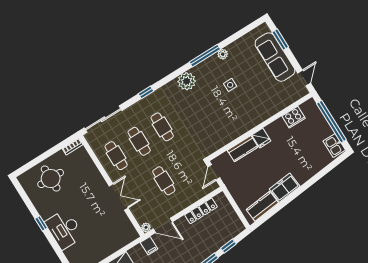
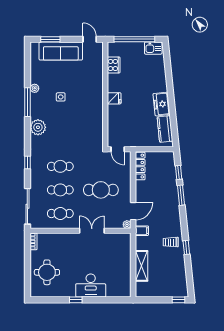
kitchen counter: (243, 149) -> (113, 117), removed
cafe table: (164, 181) -> (101, 190), width x1.37, depth x1.35
locker: (201, 211) -> (140, 166), moved

